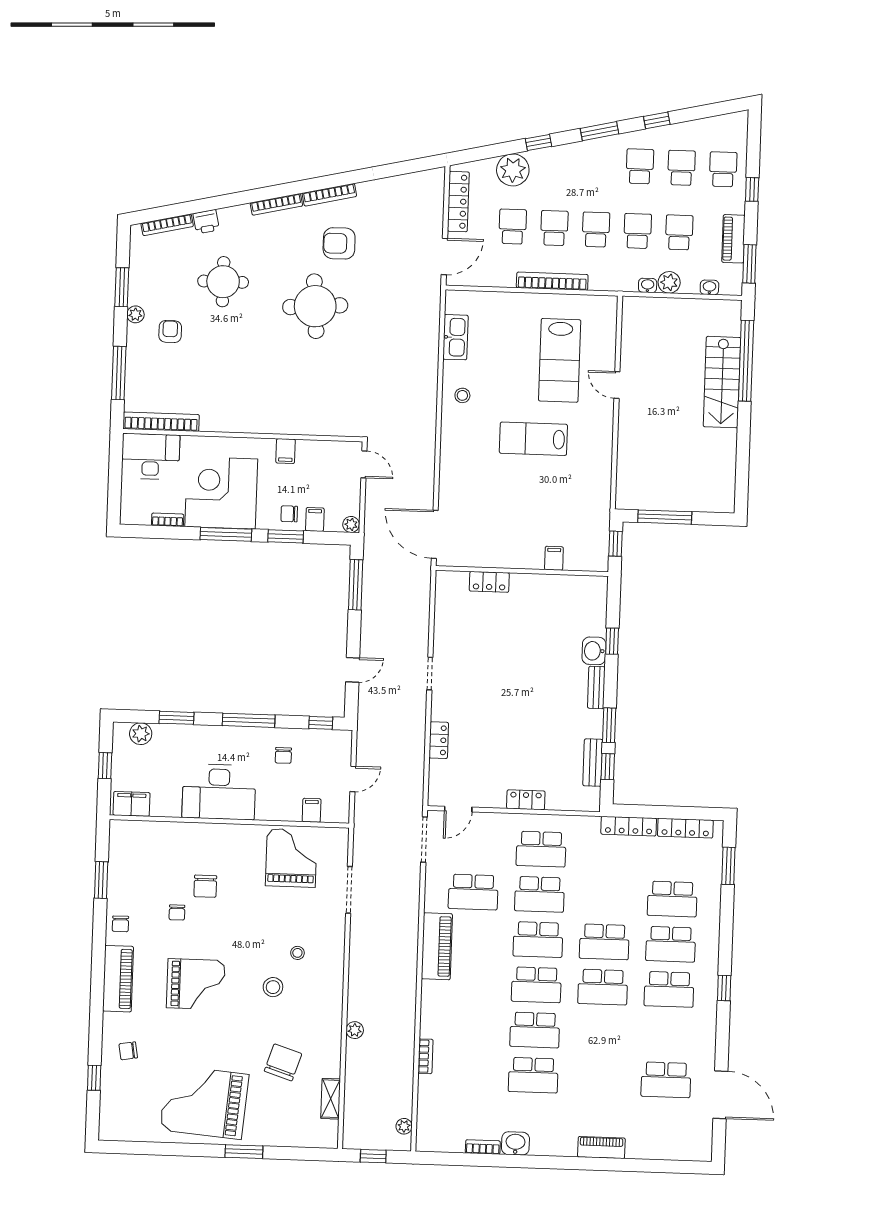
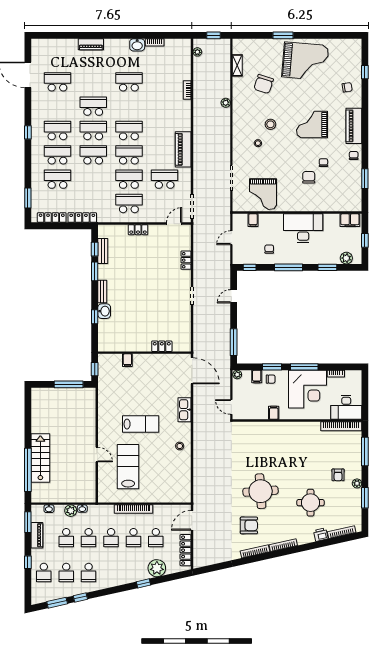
window: (600, 131) -> (57, 603), moved
kitchen sink: (455, 337) -> (185, 410), moved
school desk: (535, 1030) -> (93, 106), moved

